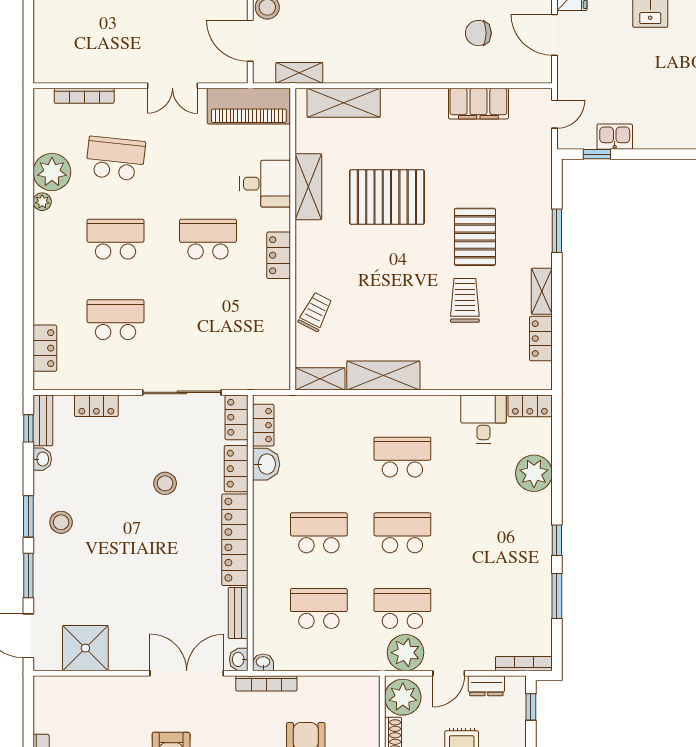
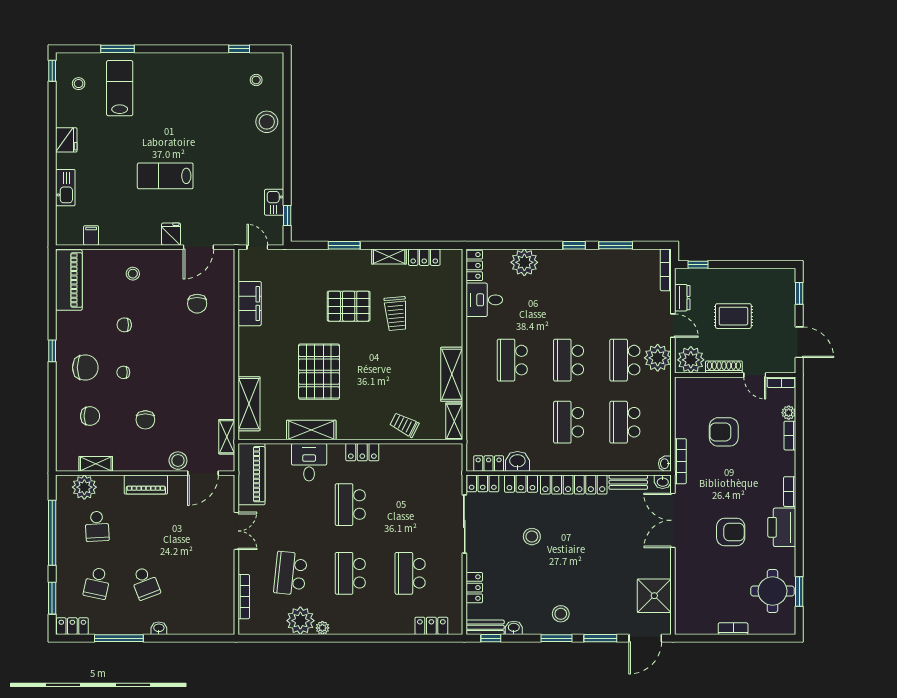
trolley: (465, 300) -> (396, 314), turned -95

